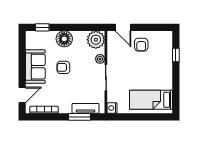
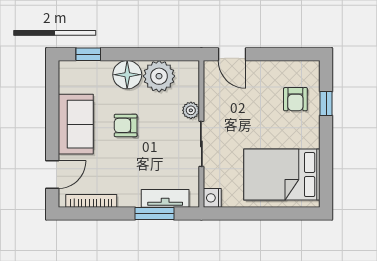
plant: (96, 40) -> (159, 76), moved
armchair: (141, 45) -> (295, 99), moved
bed: (151, 100) -> (282, 175), width x1.50

